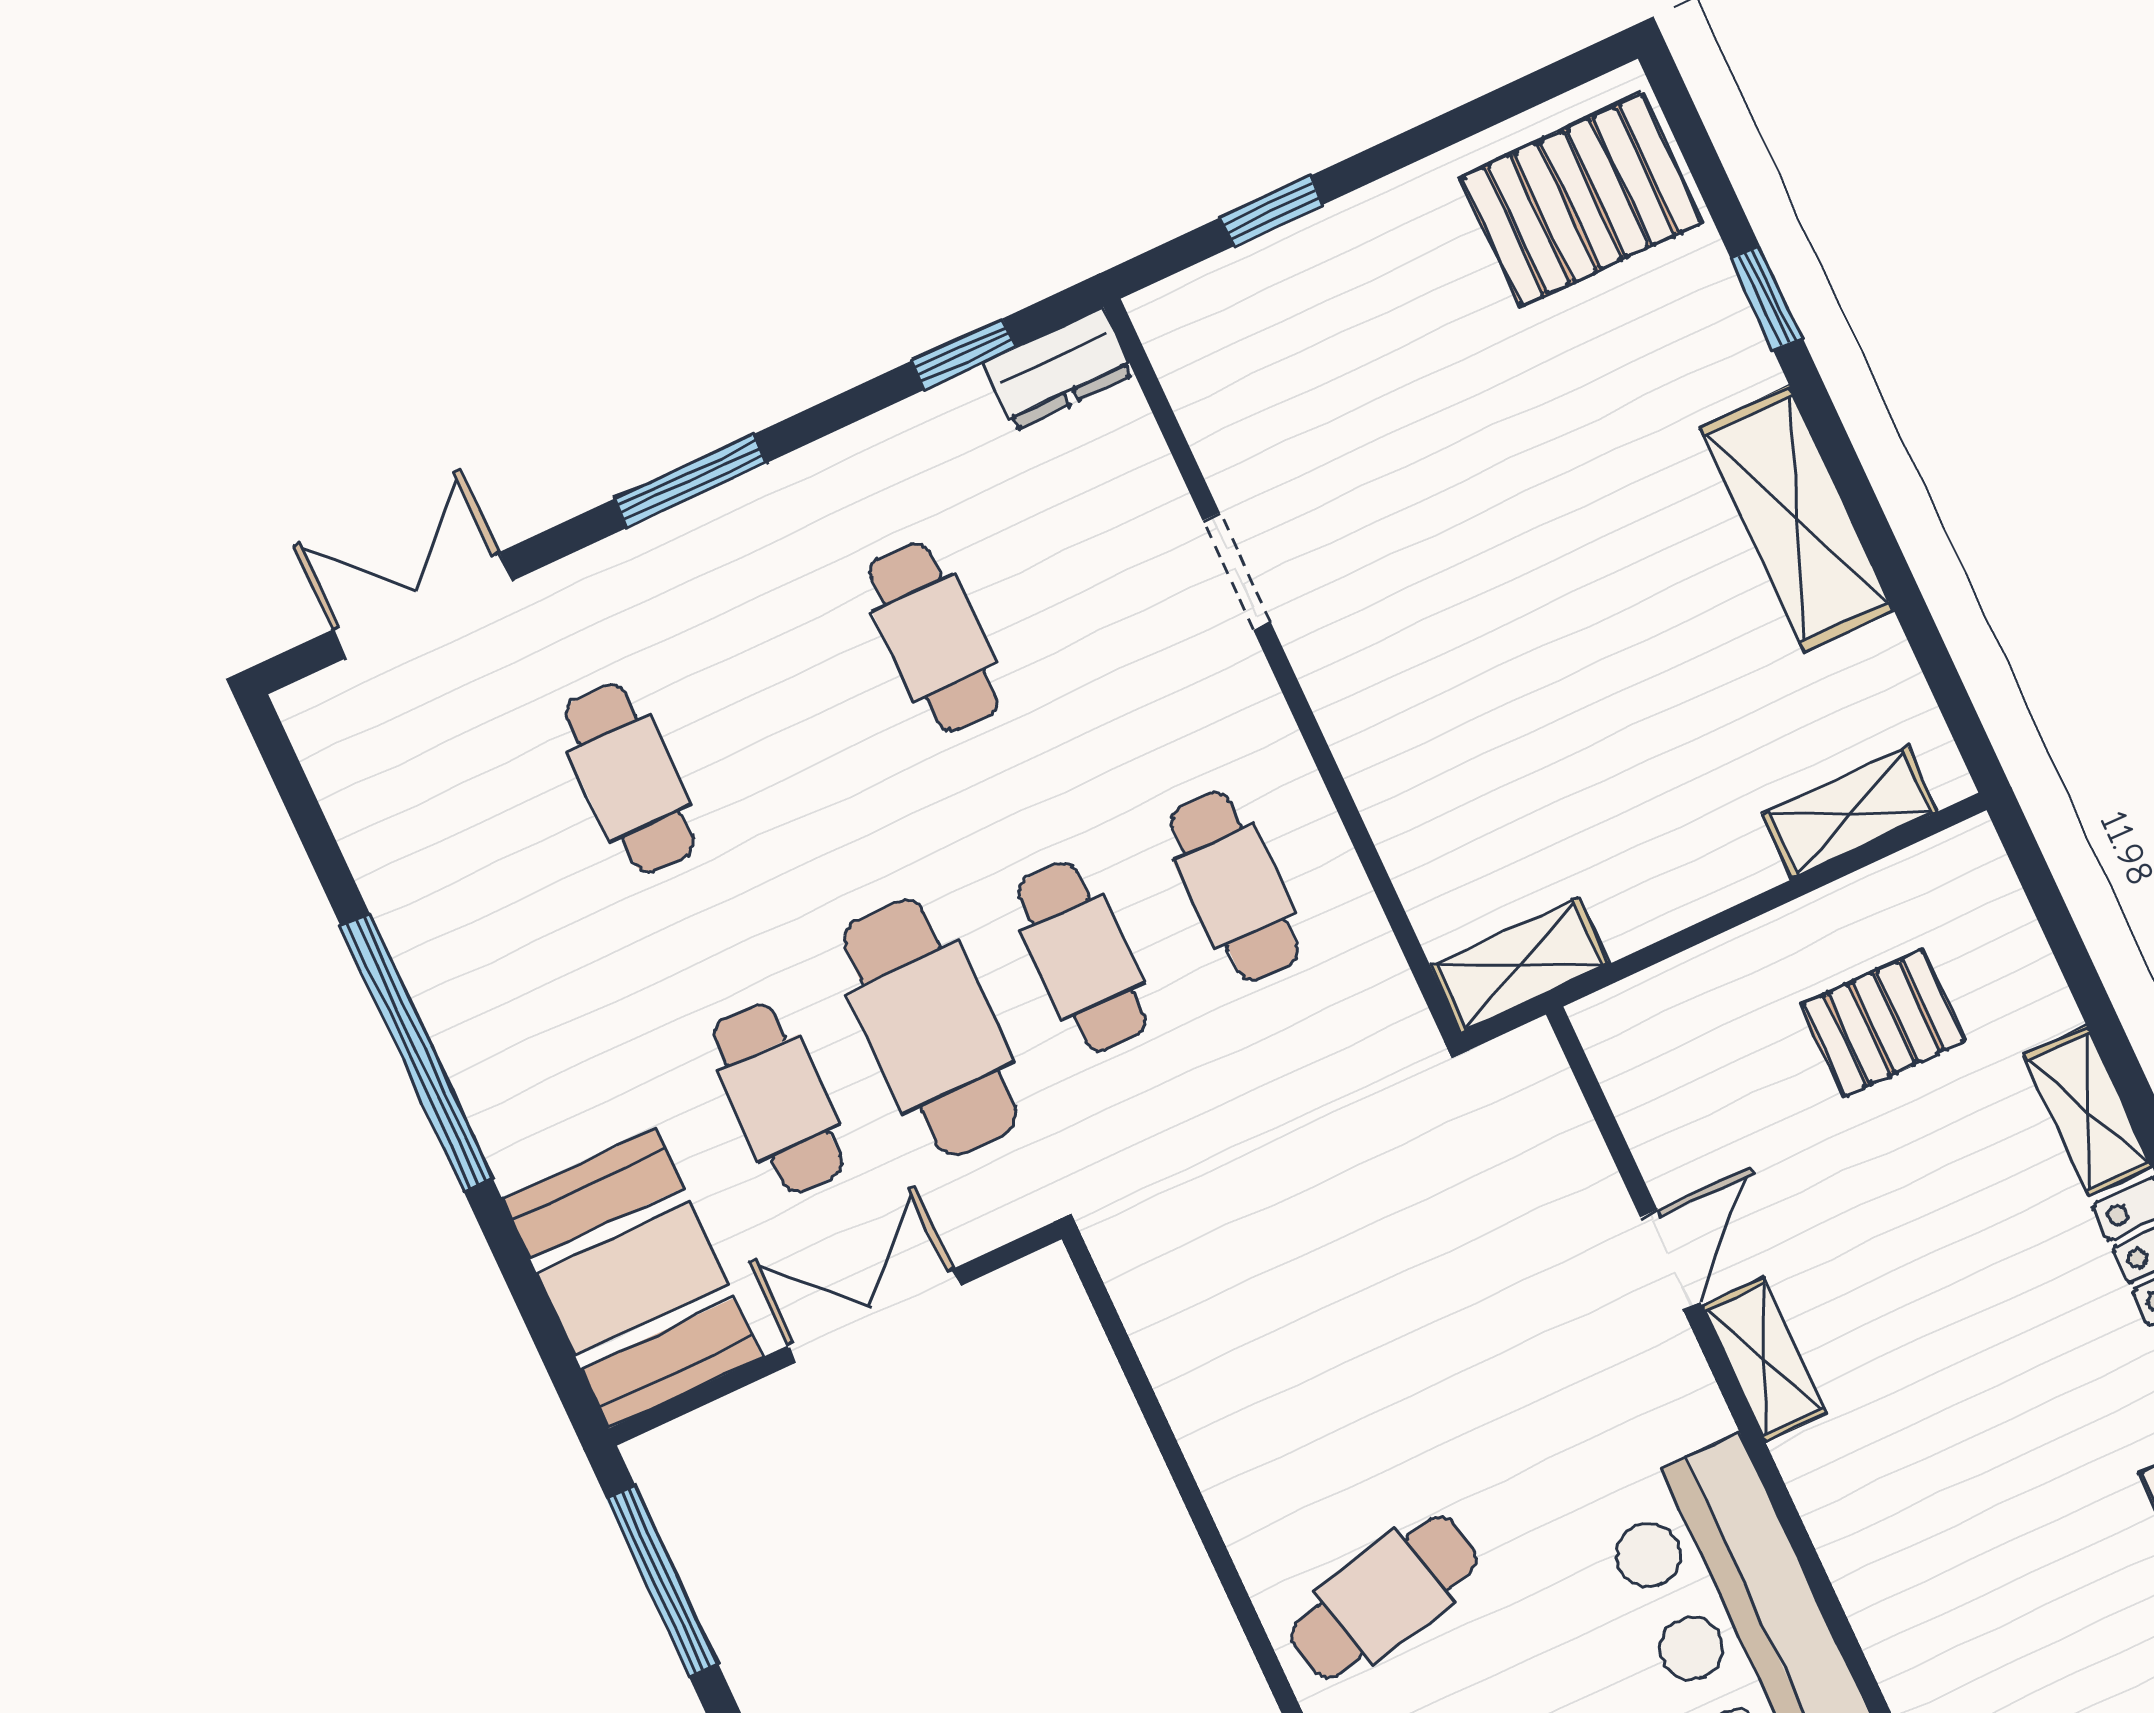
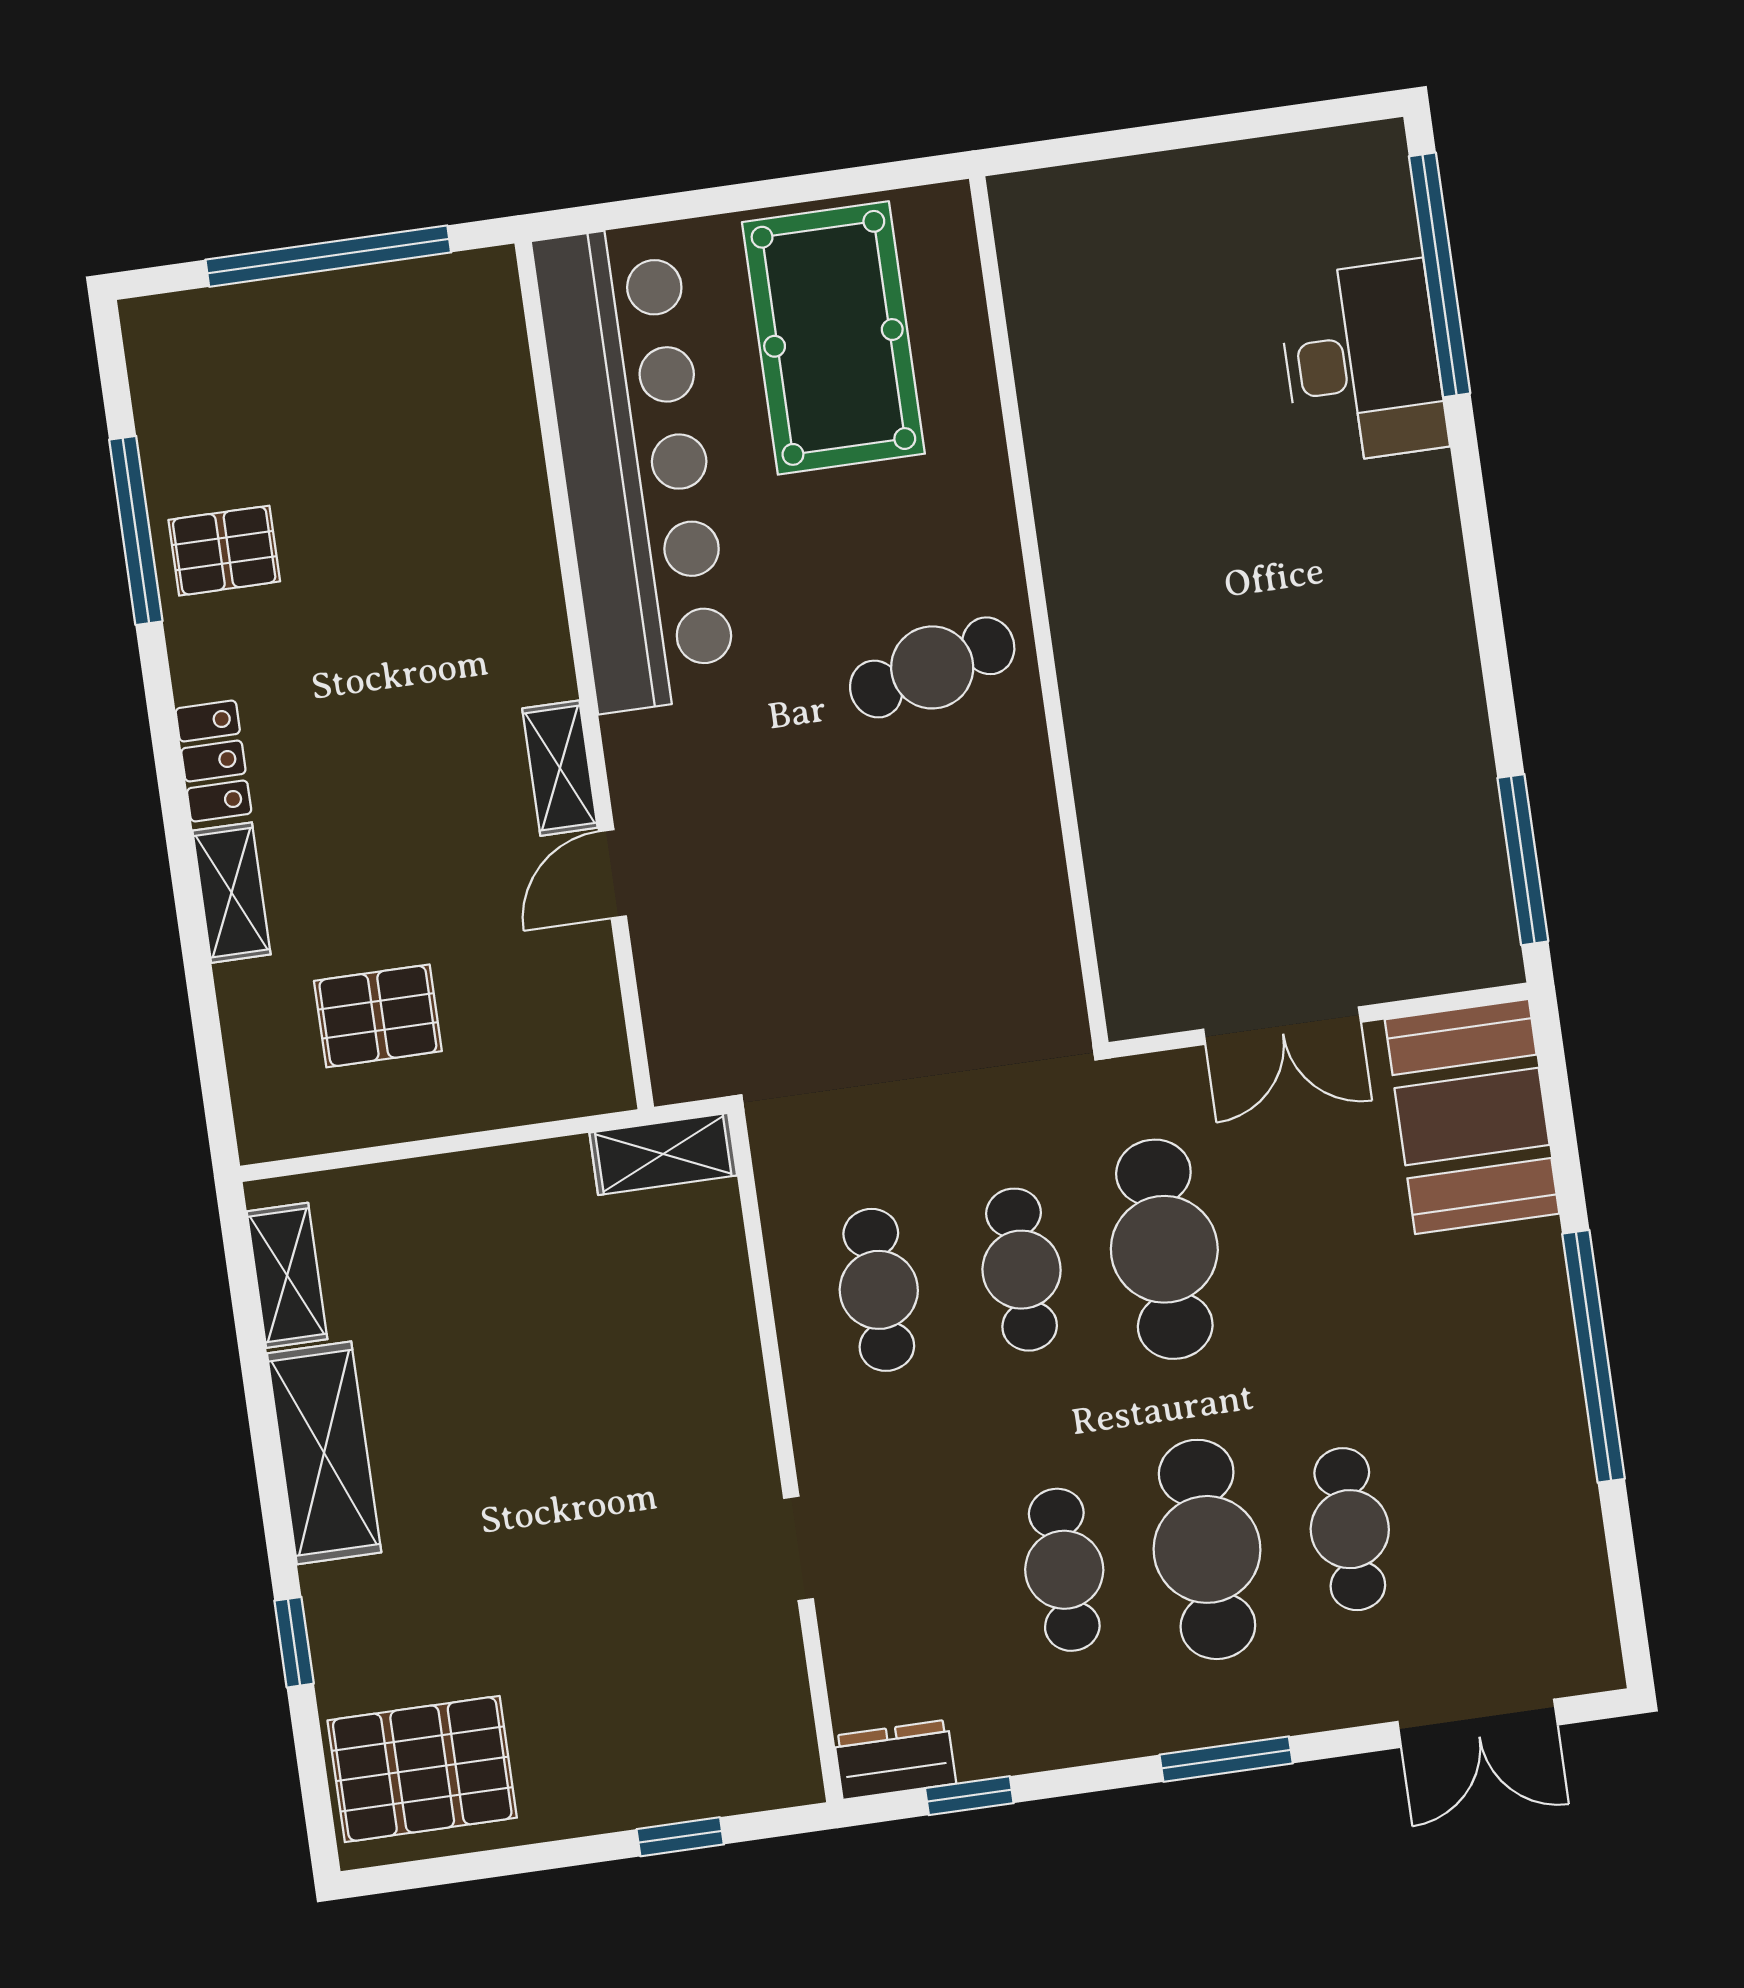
shelving: (1850, 813) -> (287, 1275), moved, turned 90
cafe table: (778, 1098) -> (1207, 1549), moved, width x1.37, depth x1.35

